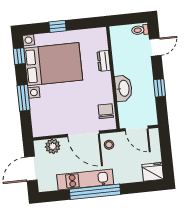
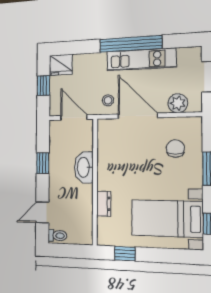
window: (58, 26) -> (125, 254), moved
bed with nightstands: (53, 64) -> (167, 218), width x0.73
chair: (106, 111) -> (175, 148), moved, turned 180
window: (166, 153) -> (43, 86), added

